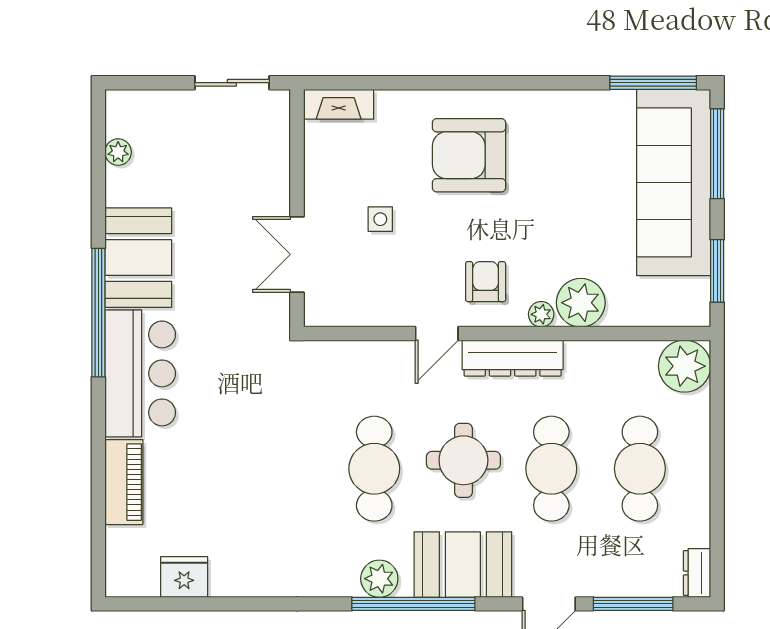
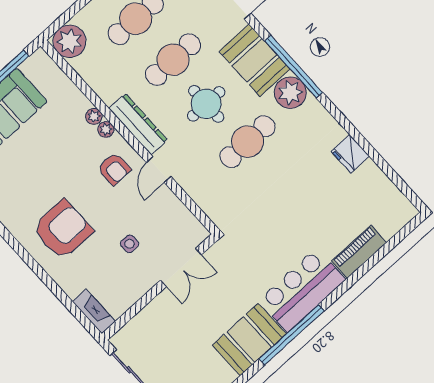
armchair: (469, 155) -> (63, 230), turned -90
armchair: (486, 282) -> (114, 169), turned -90
plant: (581, 303) -> (94, 116), width x0.53, depth x0.53
door: (437, 334) -> (159, 170), swing flipped
fridge: (184, 577) -> (350, 154), moved
plant: (379, 579) -> (290, 93), width x1.36, depth x1.36

